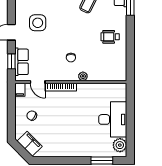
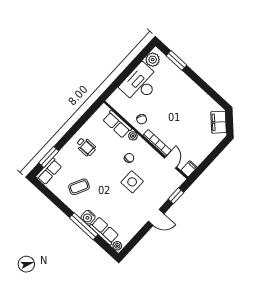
side table: (38, 23) -> (132, 182), moved
row of seats: (22, 62) -> (117, 124), moved, turned -90
chair: (32, 116) -> (142, 119), moved

